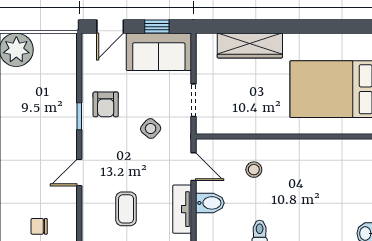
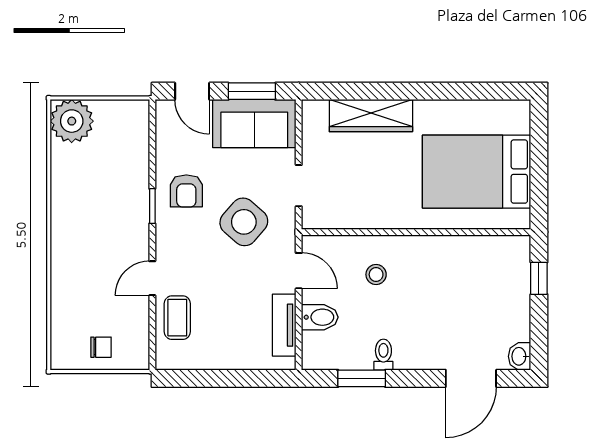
door: (110, 27) -> (192, 91), hinge flipped
window: (157, 27) -> (252, 91), width x1.50
side table: (151, 129) -> (244, 222), width x1.87, depth x1.87
coffee table: (126, 209) -> (177, 318), moved
chair: (39, 226) -> (101, 347), turned 180

